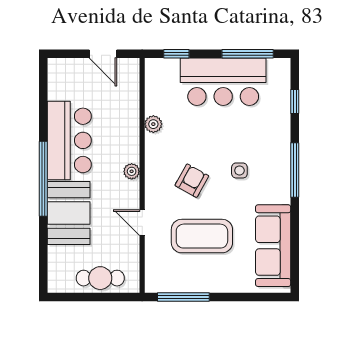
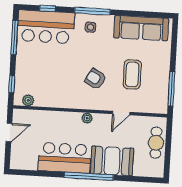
bar counter: (223, 82) -> (46, 27), moved, turned 90
plant: (153, 124) -> (28, 100), moved
side table: (239, 170) -> (90, 27), moved
coffee table: (202, 236) -> (132, 74), width x0.73, depth x0.76

